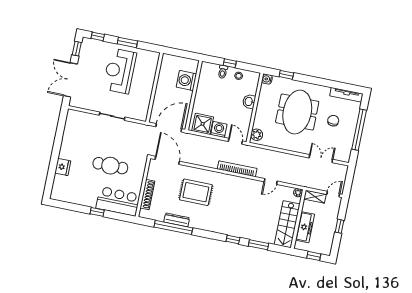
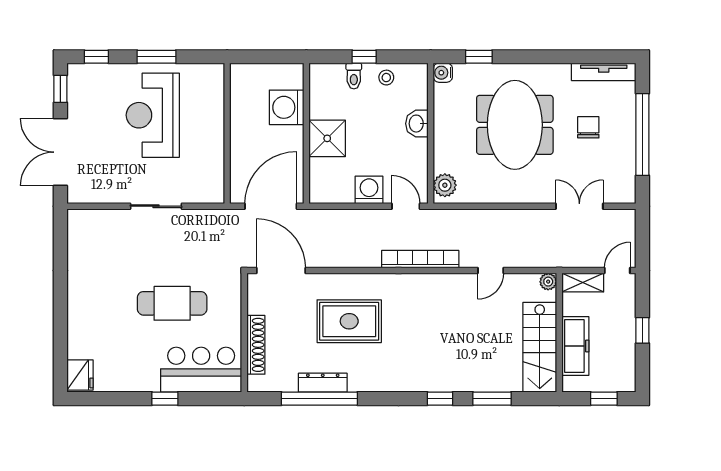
shower: (203, 124) -> (327, 138), moved
fridge: (63, 167) -> (80, 375), moved

